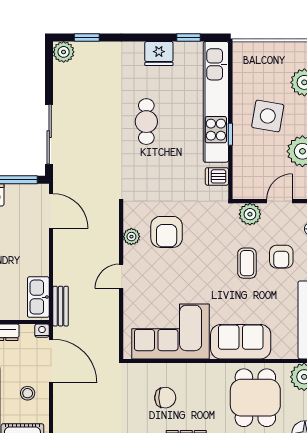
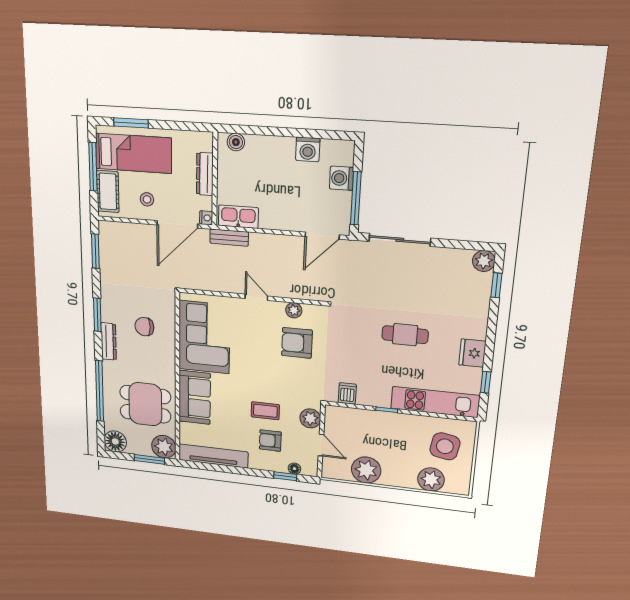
kitchen unit: (216, 102) -> (435, 402), width x0.73
side table: (268, 116) -> (445, 446), moved
chair: (165, 398) -> (144, 327), turned 91

